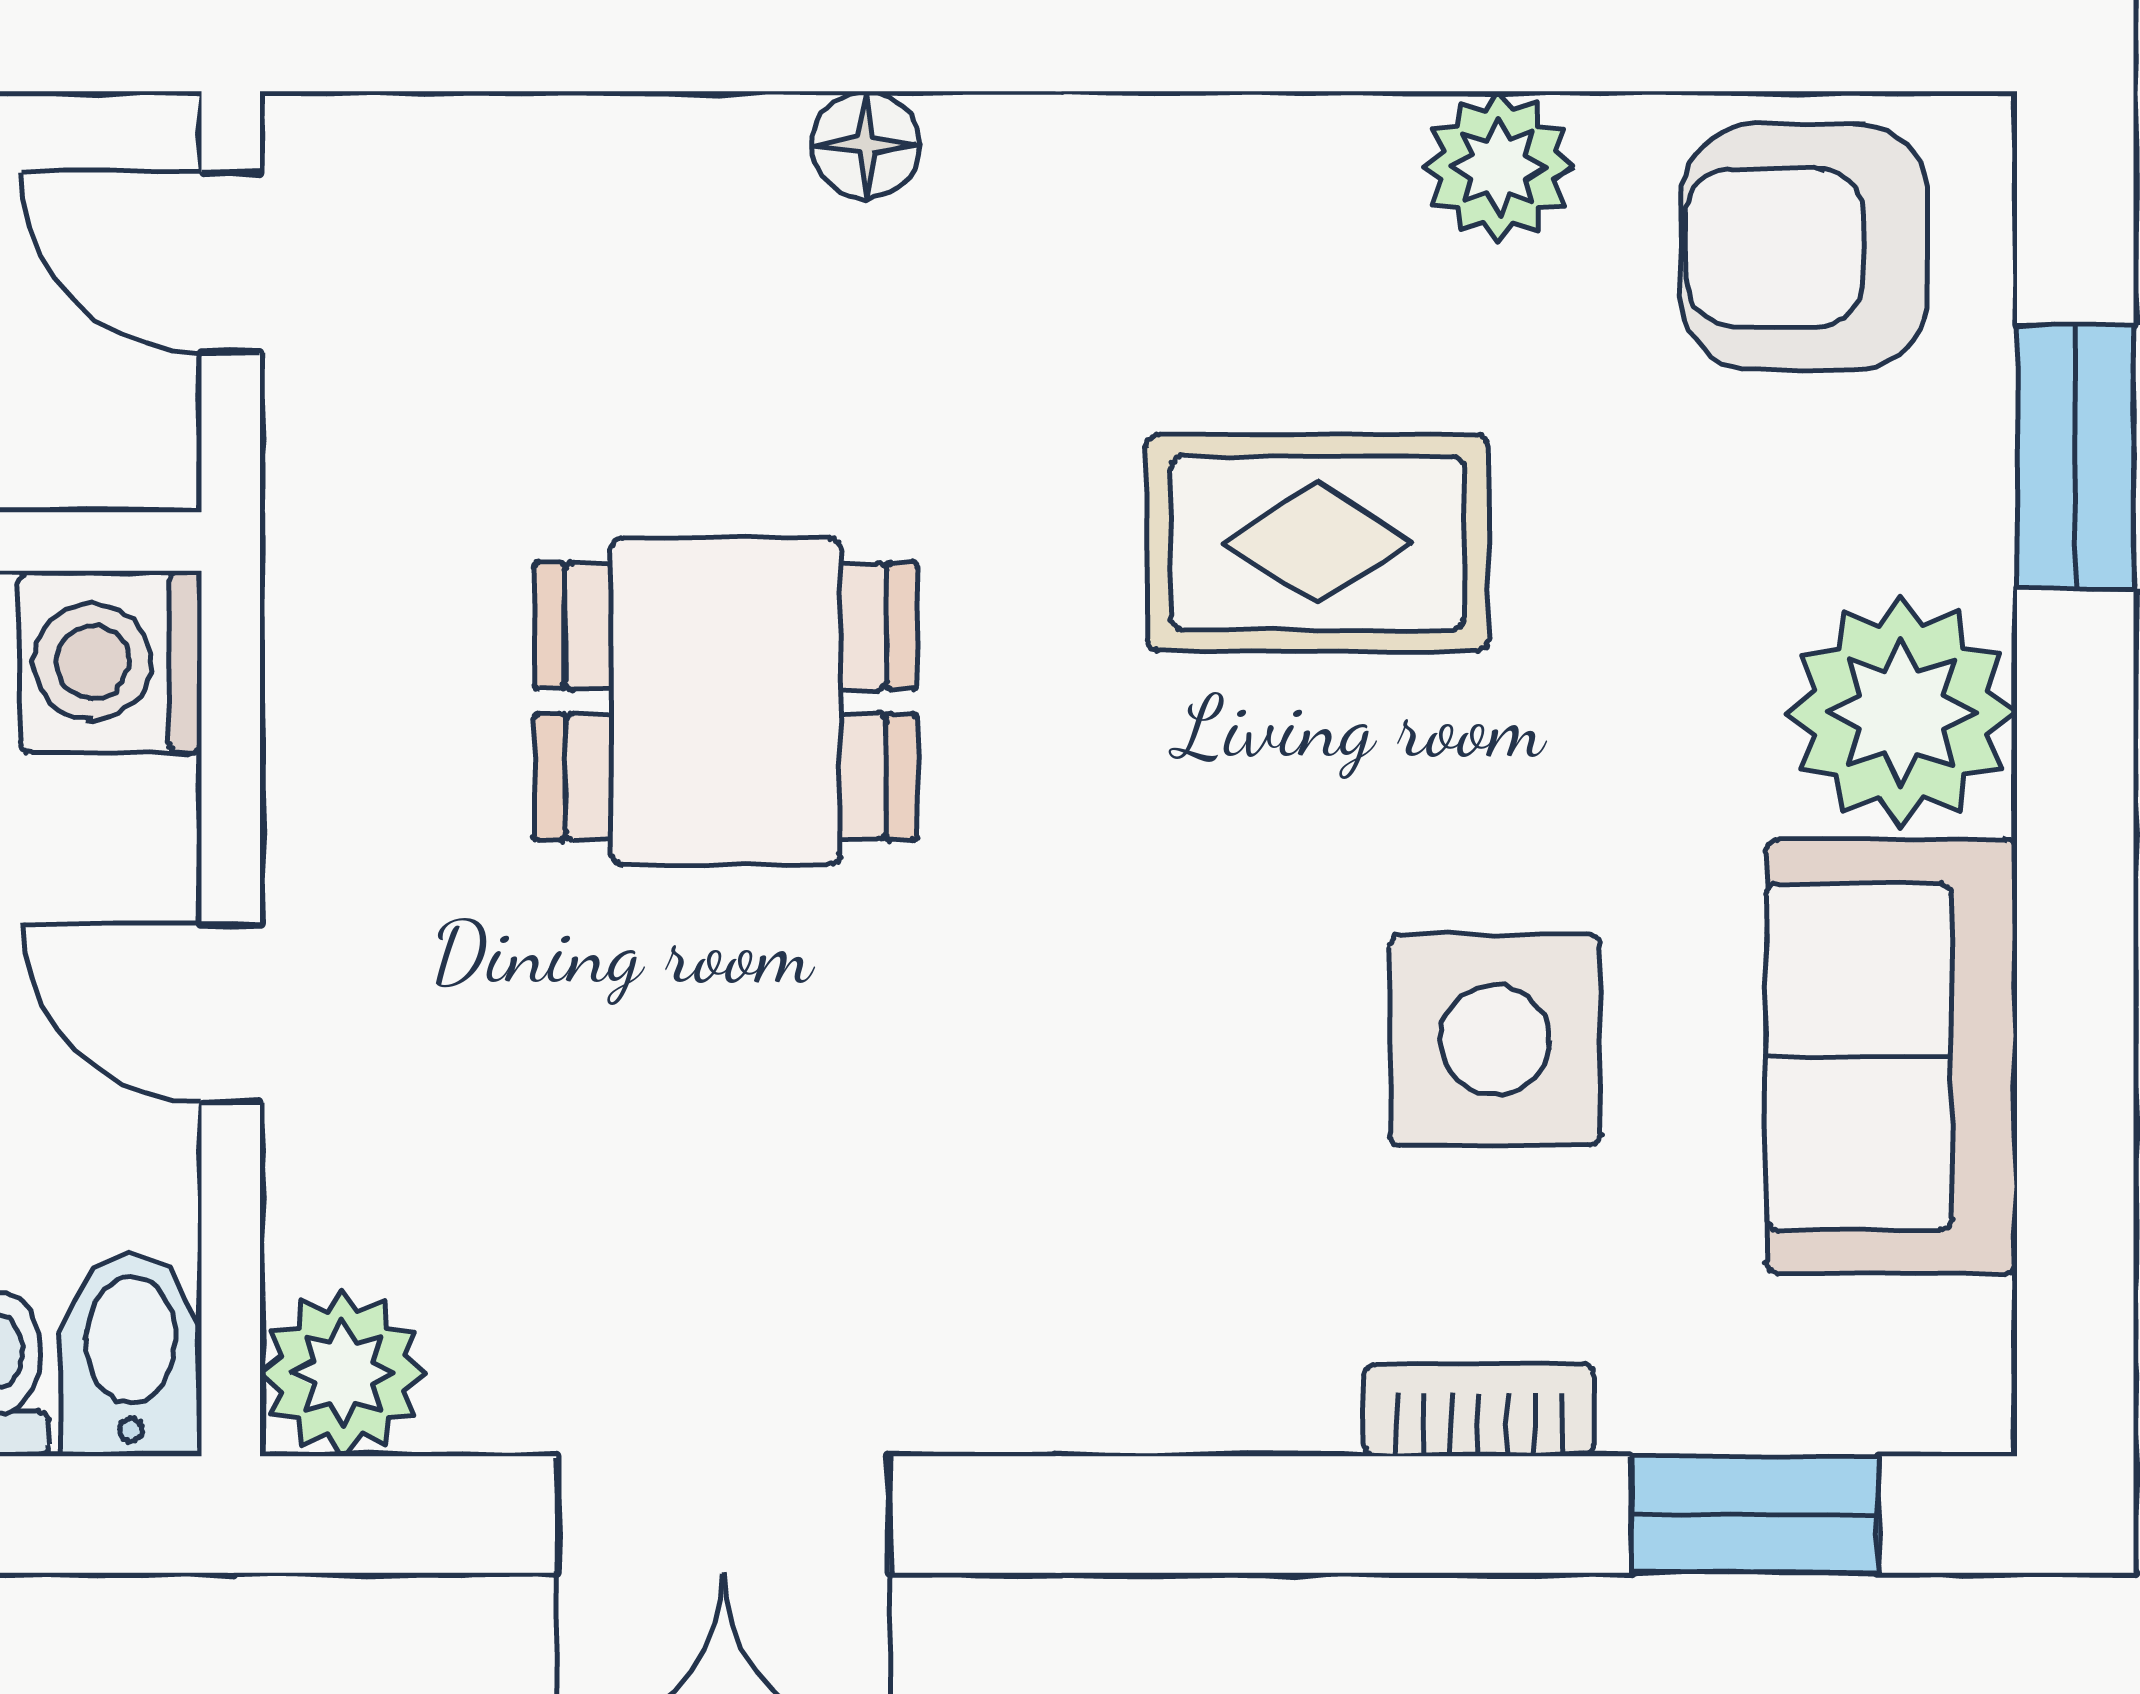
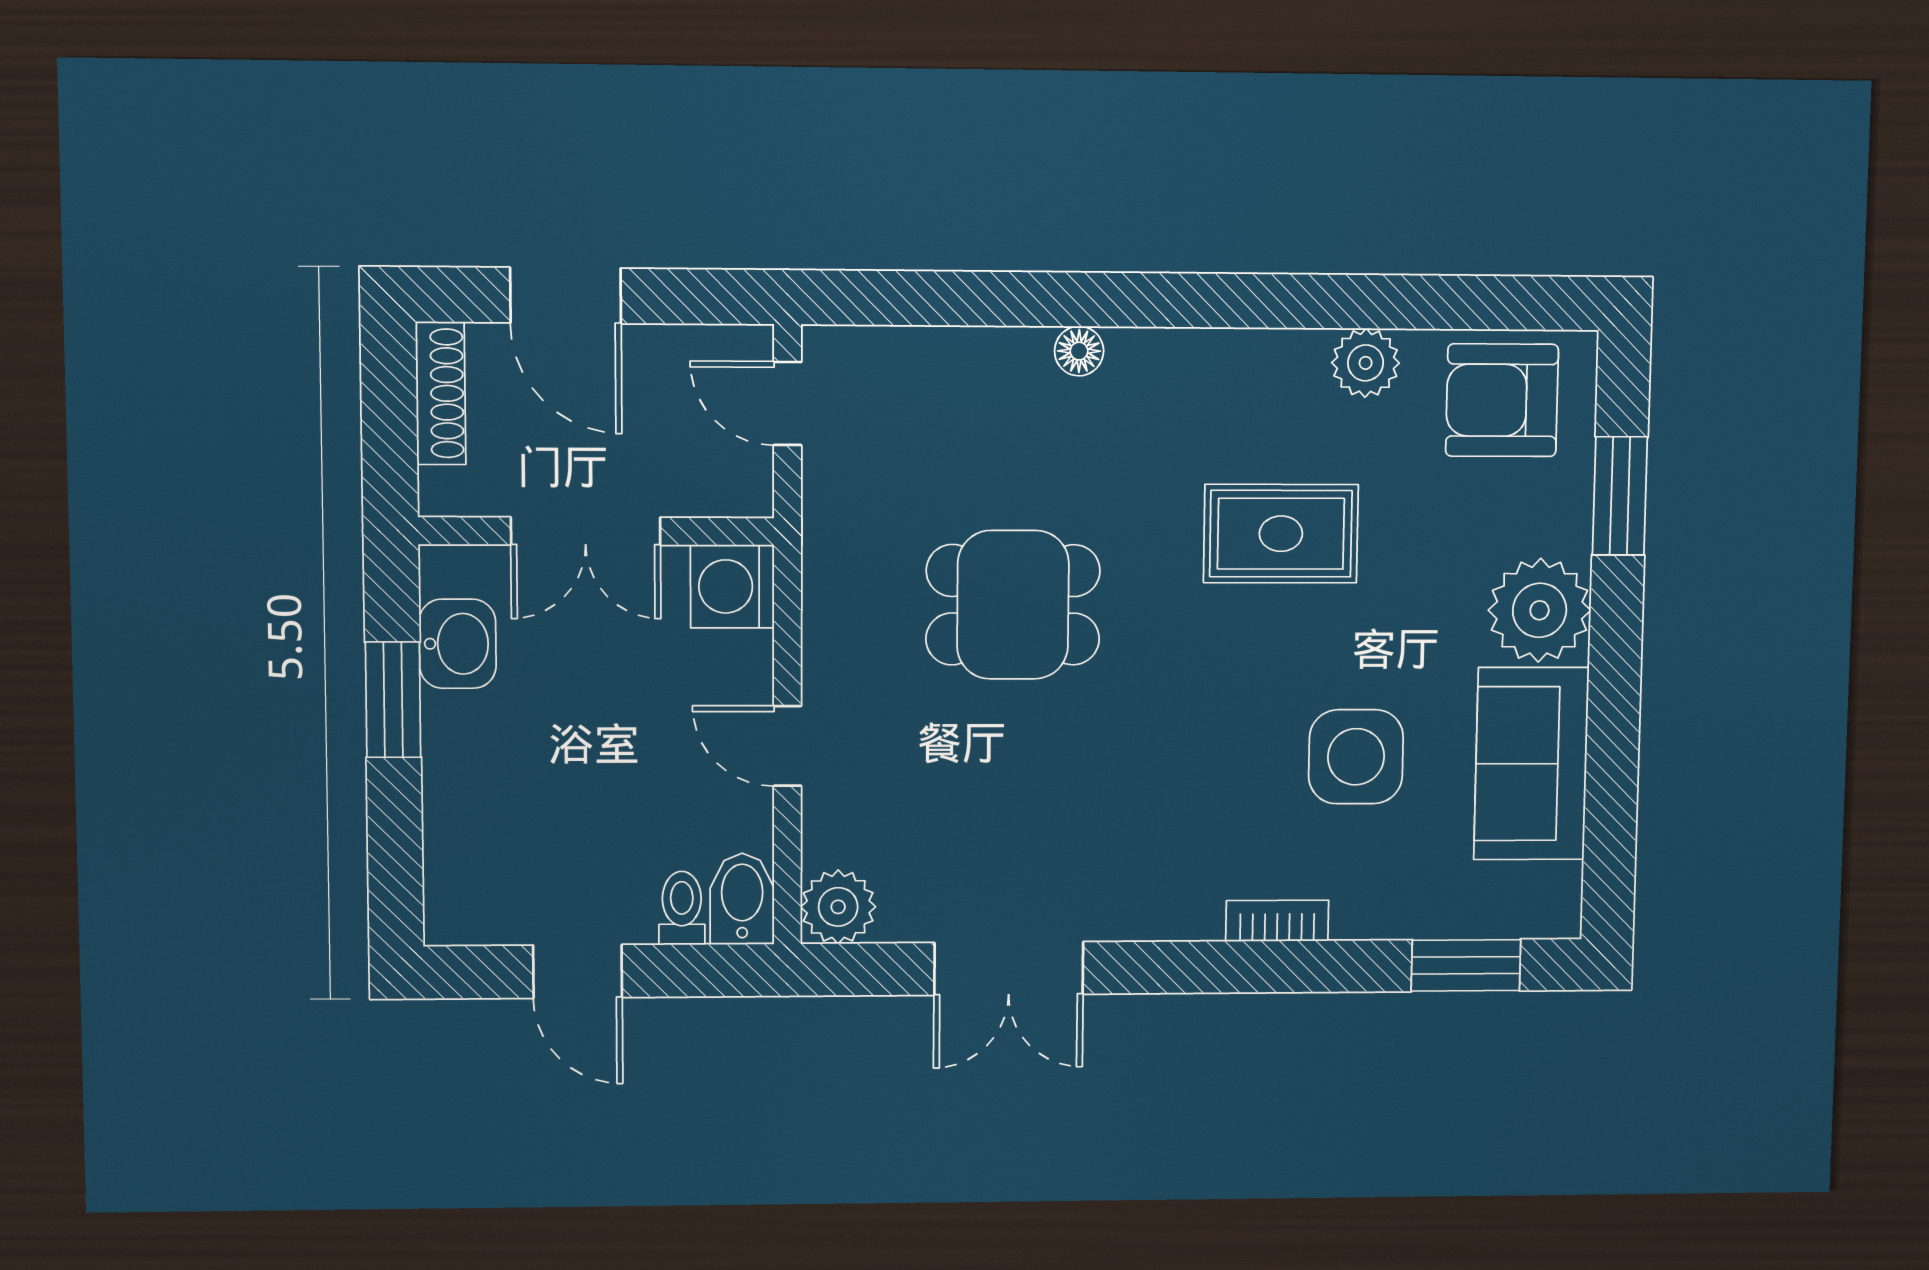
bookcase: (1479, 1410) -> (1277, 921), moved

